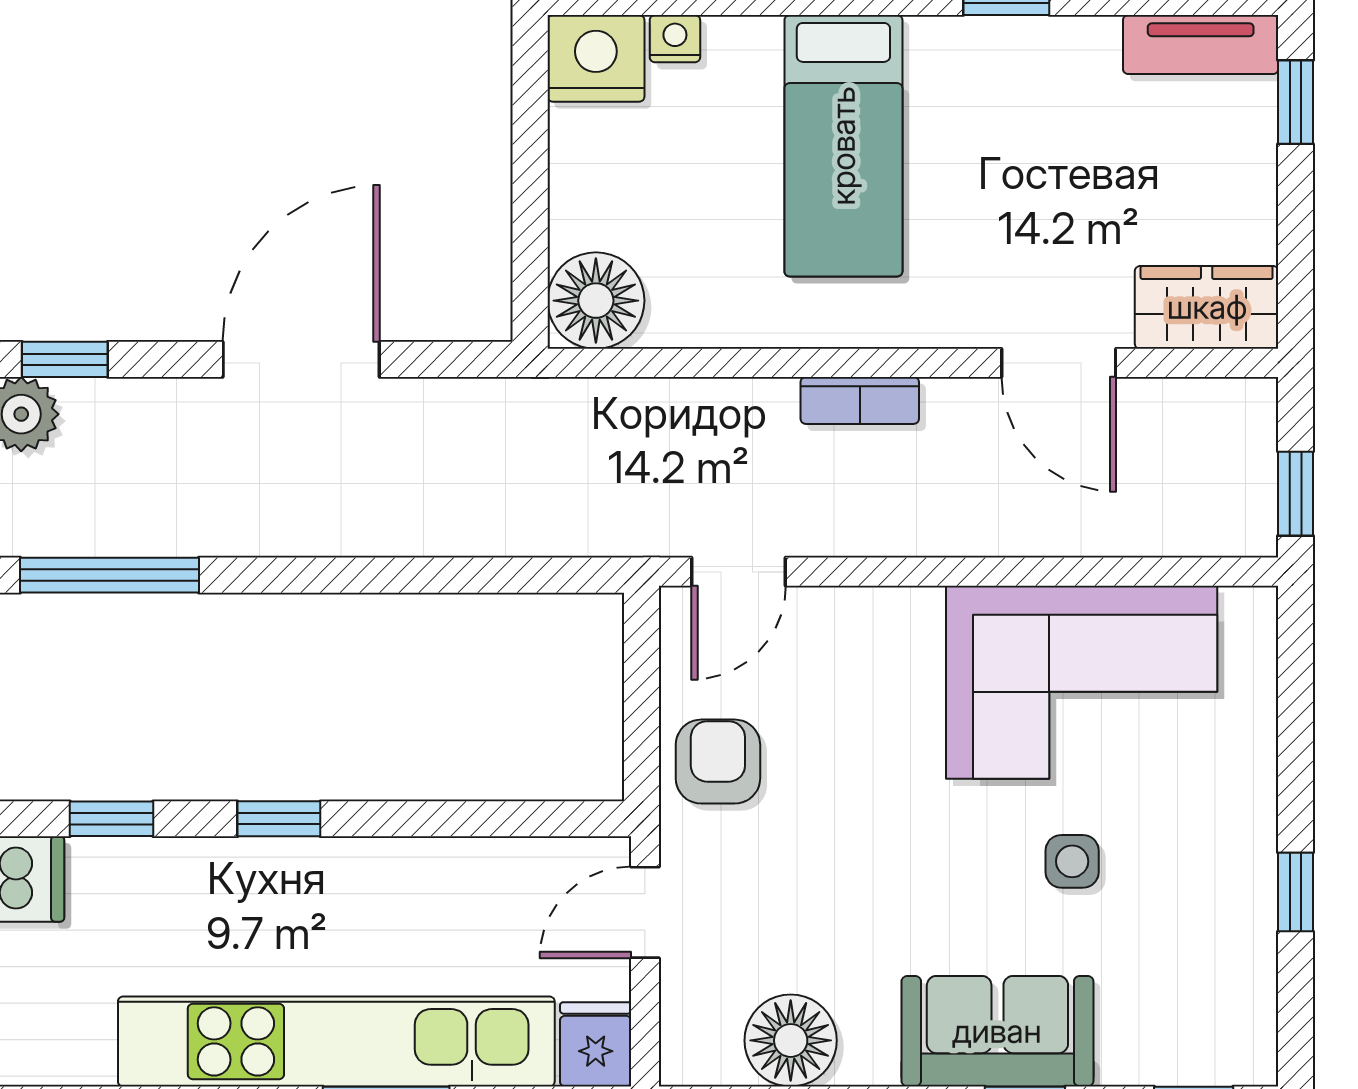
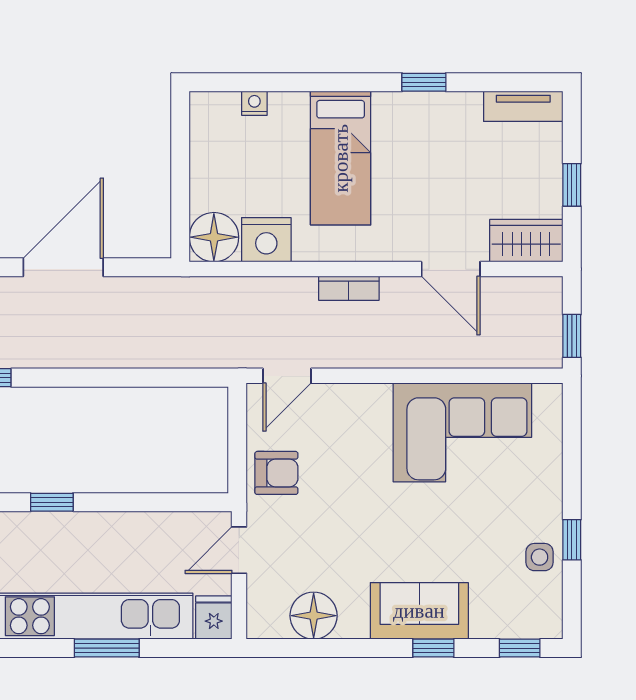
nightstand: (596, 58) -> (266, 240), moved, turned 180
window: (1296, 102) -> (572, 185), moved
armchair: (718, 762) -> (276, 473), turned 90
side table: (1072, 861) -> (540, 557), moved

